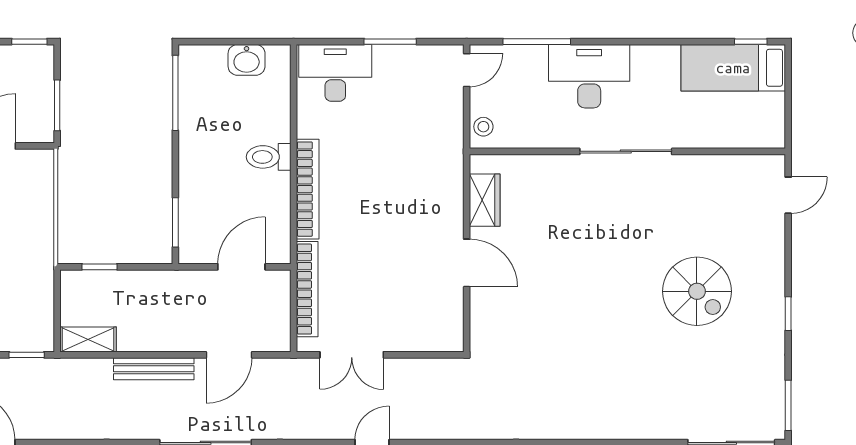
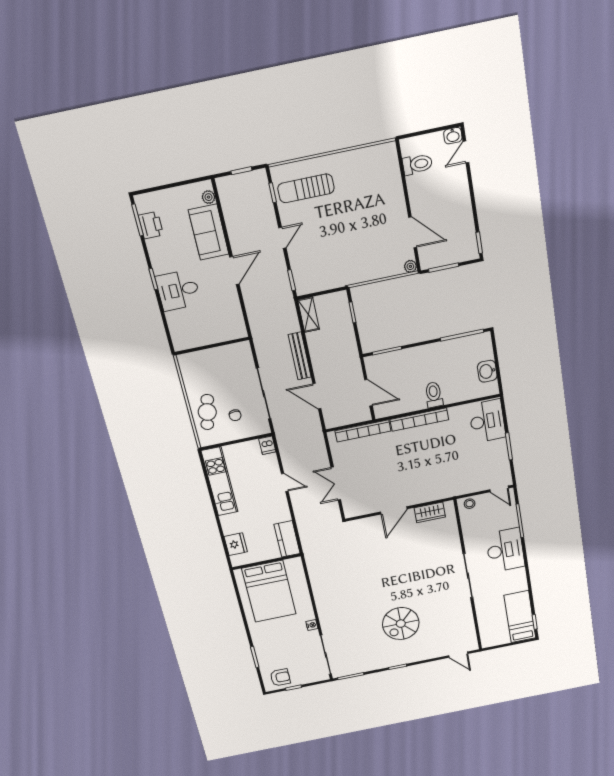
plant: (44, 159) -> (410, 266), added
double door: (352, 355) -> (336, 484), moved

